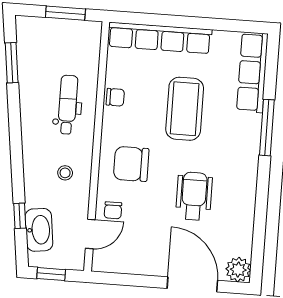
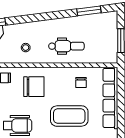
chair: (115, 97) -> (81, 82), moved
chair: (131, 164) -> (34, 87), turned 90

